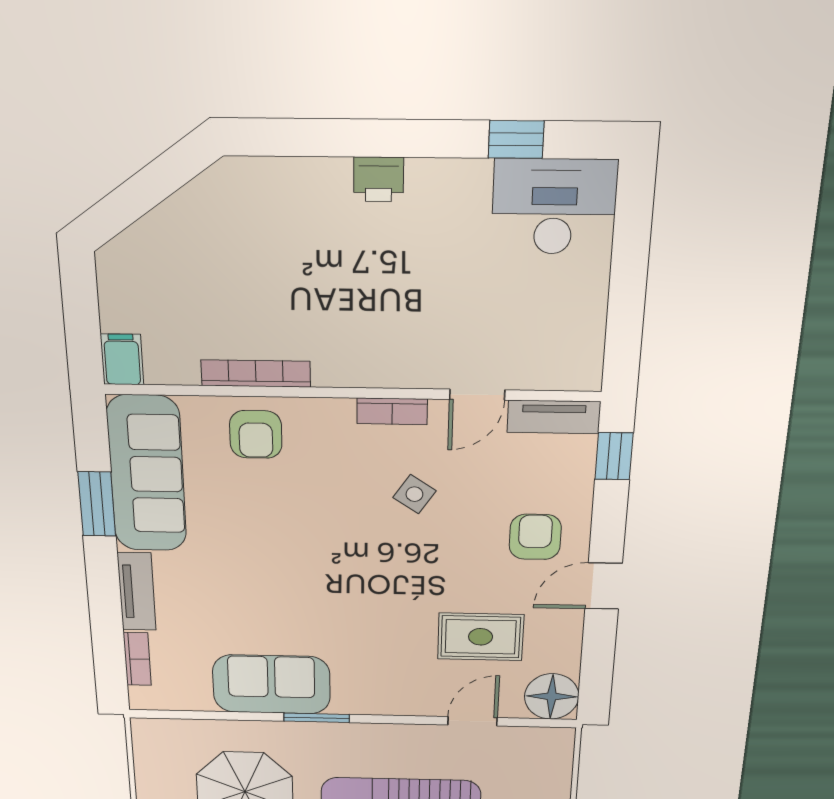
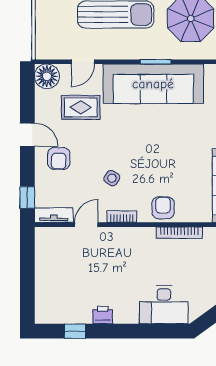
printer: (379, 179) -> (103, 315), moved
desk: (554, 207) -> (164, 305), moved
armchair: (256, 434) -> (163, 208), moved
door: (603, 586) -> (27, 135), hinge flipped
sofa: (271, 684) -> (153, 84), width x1.85, depth x1.27

